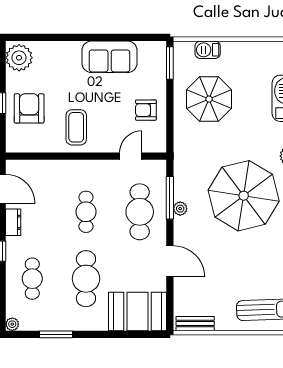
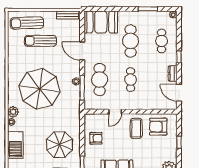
armchair: (29, 108) -> (158, 127), moved, turned 90
door: (131, 156) -> (115, 112), moved
sun lounger: (242, 279) -> (40, 41), added

